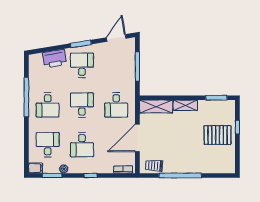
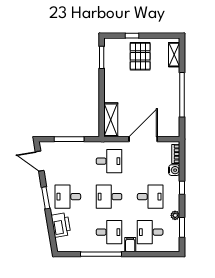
shelving: (185, 105) -> (174, 55), moved
door: (137, 138) -> (143, 139), swing flipped
trolley: (154, 166) -> (172, 122), removed
filing cabinet: (36, 168) -> (130, 245), moved
water cooler: (108, 168) -> (174, 170), added

